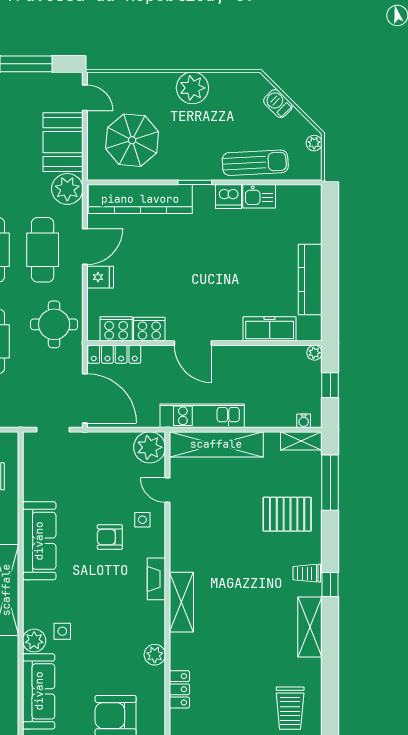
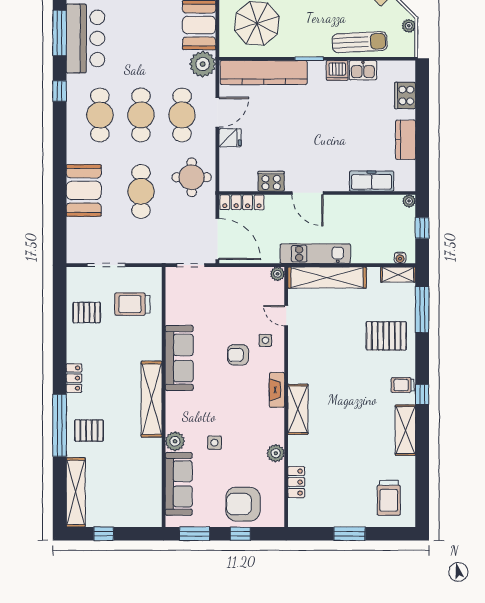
kitchen counter: (310, 280) -> (406, 140), width x0.67
cooker: (116, 329) -> (405, 95), moved, turned -90
plant: (150, 447) -> (277, 274), width x0.53, depth x0.53
side table: (62, 631) -> (214, 443), moved

